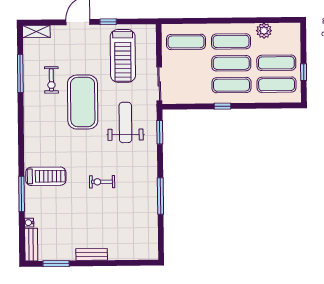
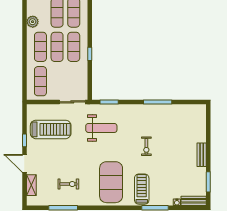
shelving: (36, 31) -> (31, 185), moved
exercise mat: (83, 102) -> (111, 182), moved, turned 90
weight bench: (125, 122) -> (101, 128), turned 180

